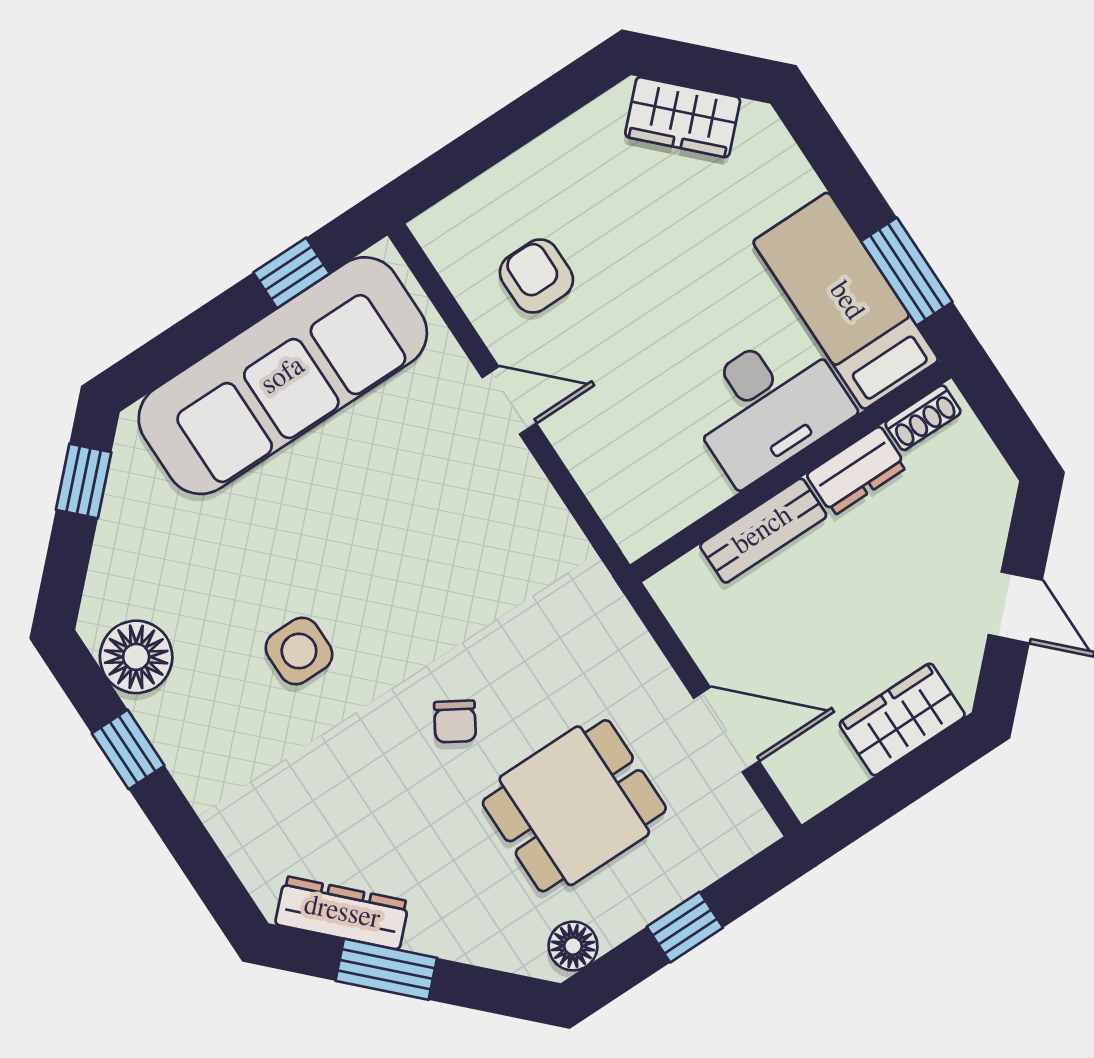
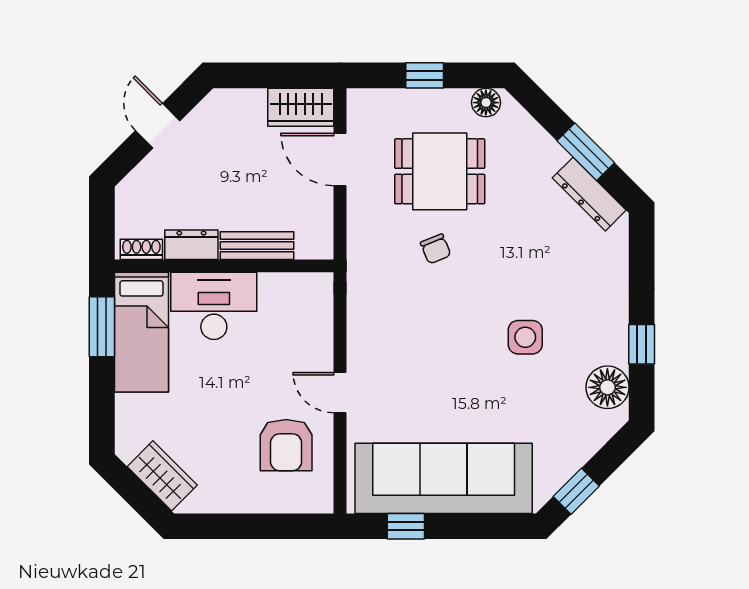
armchair: (536, 276) -> (286, 445), width x1.38, depth x1.38
wardrobe: (902, 719) -> (301, 107), moved
chair: (455, 721) -> (436, 249), moved, turned 127

